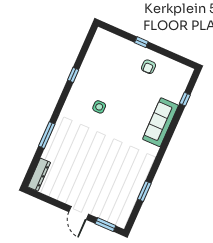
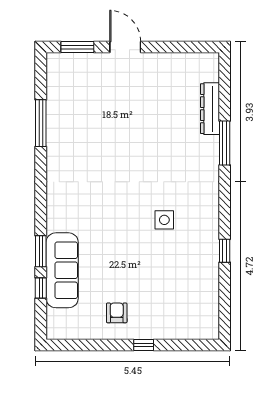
window: (176, 120) -> (41, 251), added
sofa: (161, 122) -> (62, 270), moved
dresser: (39, 175) -> (210, 109), moved
window: (144, 191) -> (41, 123), width x1.44

